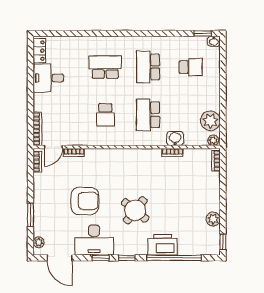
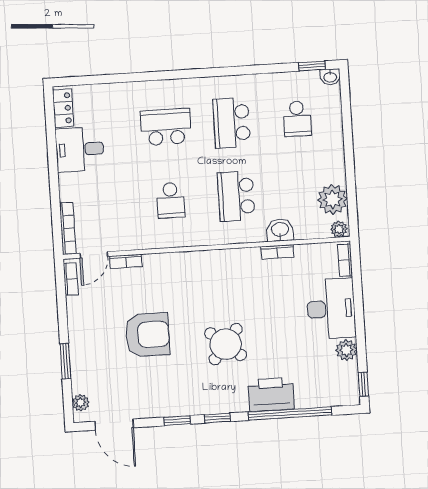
school desk: (191, 67) -> (297, 119), turned 90
desk: (94, 240) -> (331, 309), moved, turned -90

